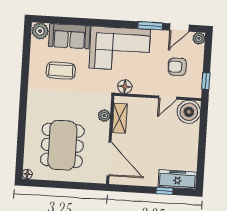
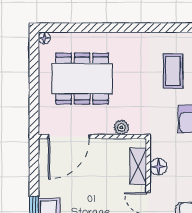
floor lamp: (125, 87) -> (158, 167), moved
shelving: (120, 118) -> (138, 166), moved, turned 90

